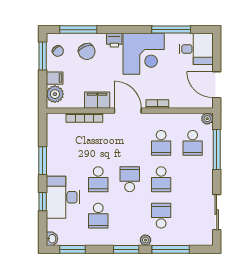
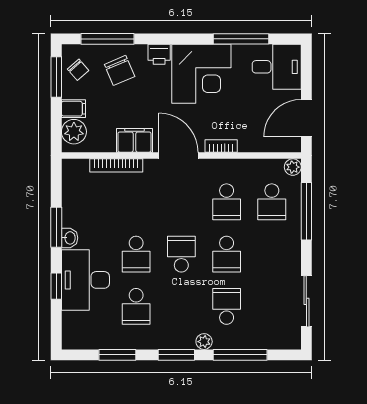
door: (217, 85) -> (306, 118), hinge flipped
washbasin: (52, 239) -> (70, 238), moved
window: (73, 249) -> (117, 355), moved

